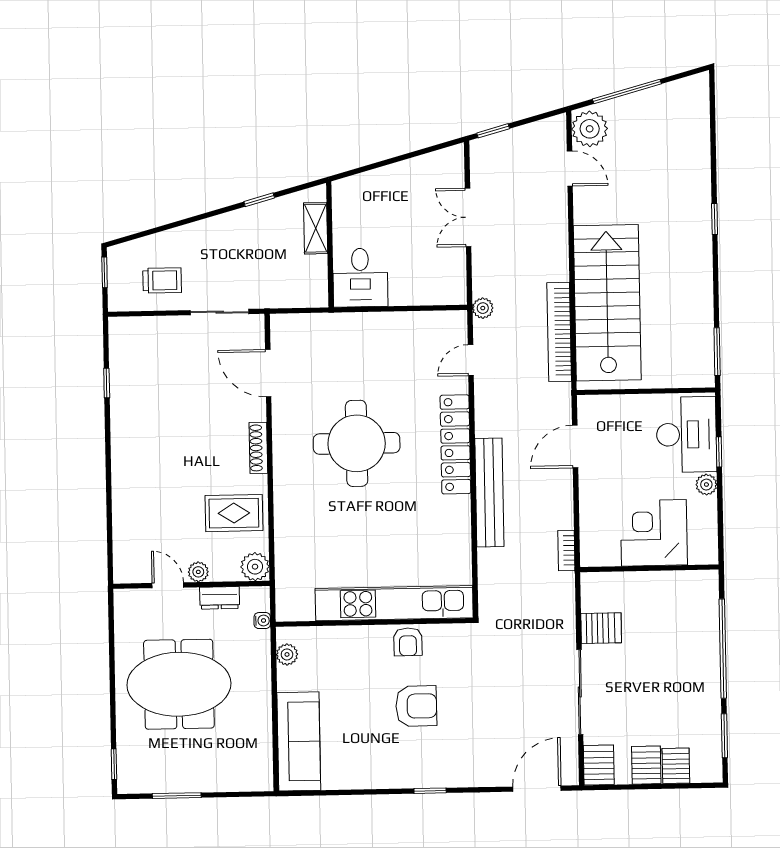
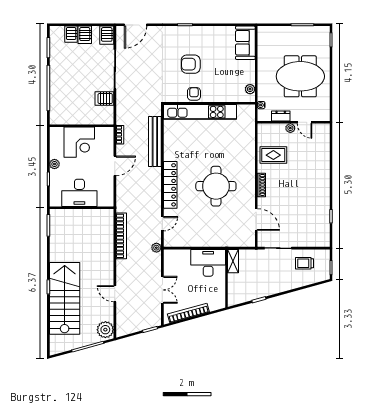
bookcase: (411, 168) -> (188, 313), added
door: (570, 169) -> (115, 294), moved
shelving: (316, 228) -> (233, 261), moved
desk: (360, 278) -> (208, 263), width x1.37
stairs: (607, 303) -> (65, 298), moved, turned 180
desk: (686, 434) -> (79, 193), moved, turned -90
door: (575, 447) -> (115, 166), moved
bench: (489, 493) -> (155, 141), moved
plant: (255, 567) -> (264, 130), removed
sofa: (299, 741) -> (245, 43), width x0.73

